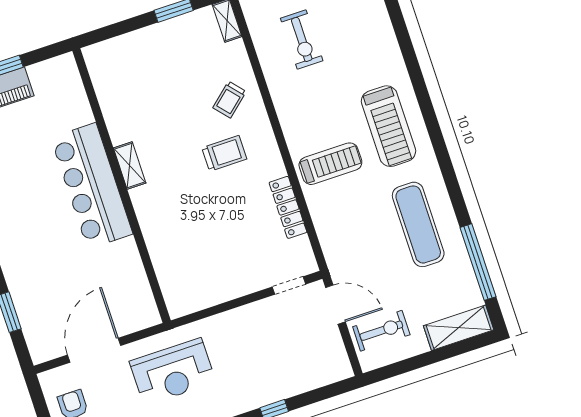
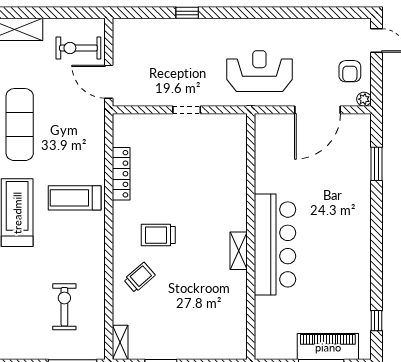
doorway: (289, 285) -> (187, 110), moved
plant: (47, 379) -> (364, 99), added

